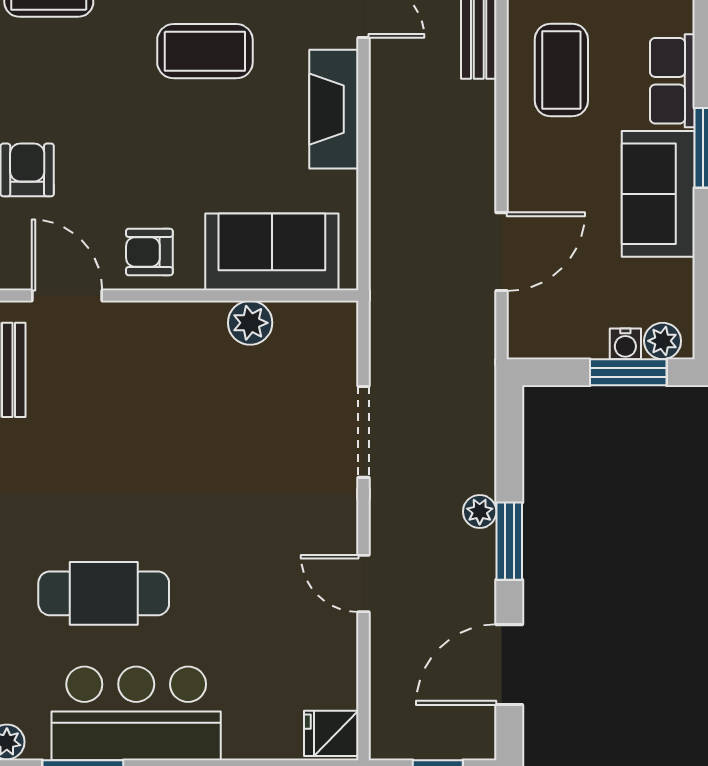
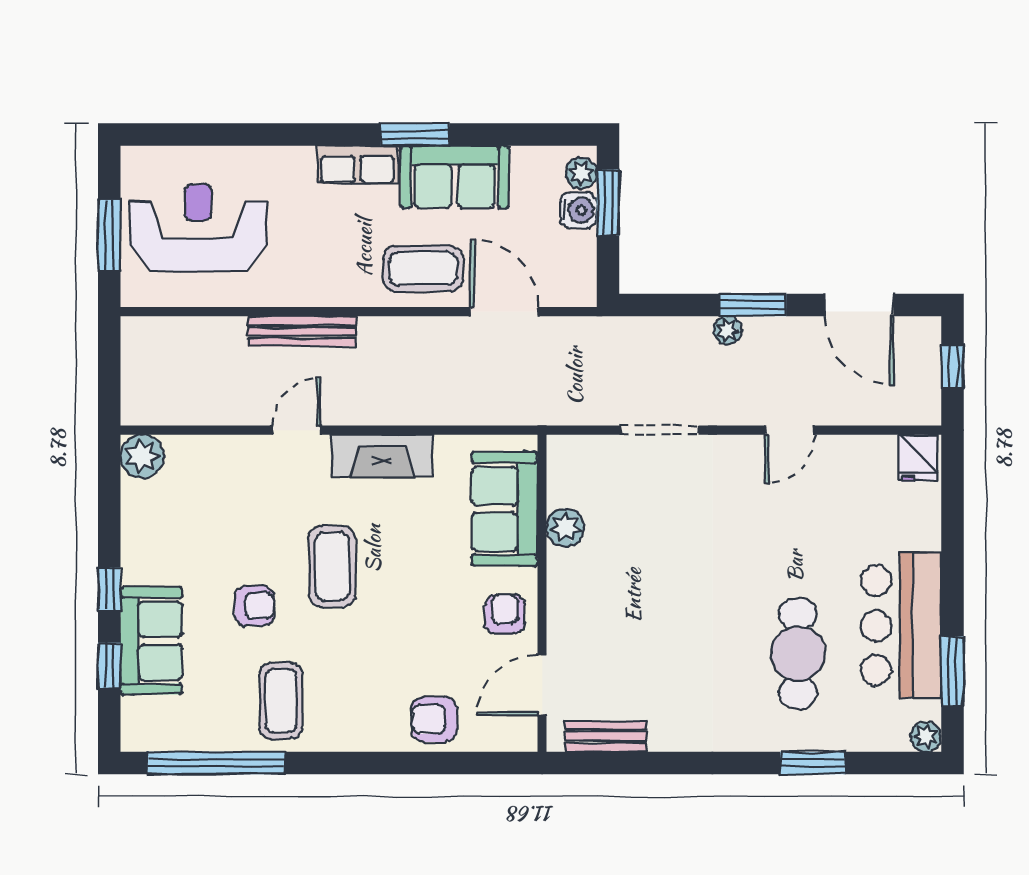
coffee table: (561, 70) -> (423, 269), moved
armchair: (149, 252) -> (505, 614), turned 180
water cooler: (625, 344) -> (579, 210), width x1.38, depth x1.38

